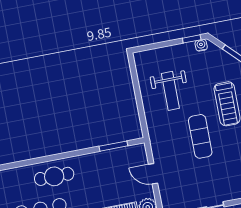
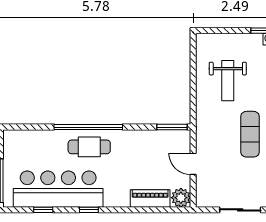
window: (113, 146) -> (172, 127), moved
window: (50, 158) -> (88, 127), added

